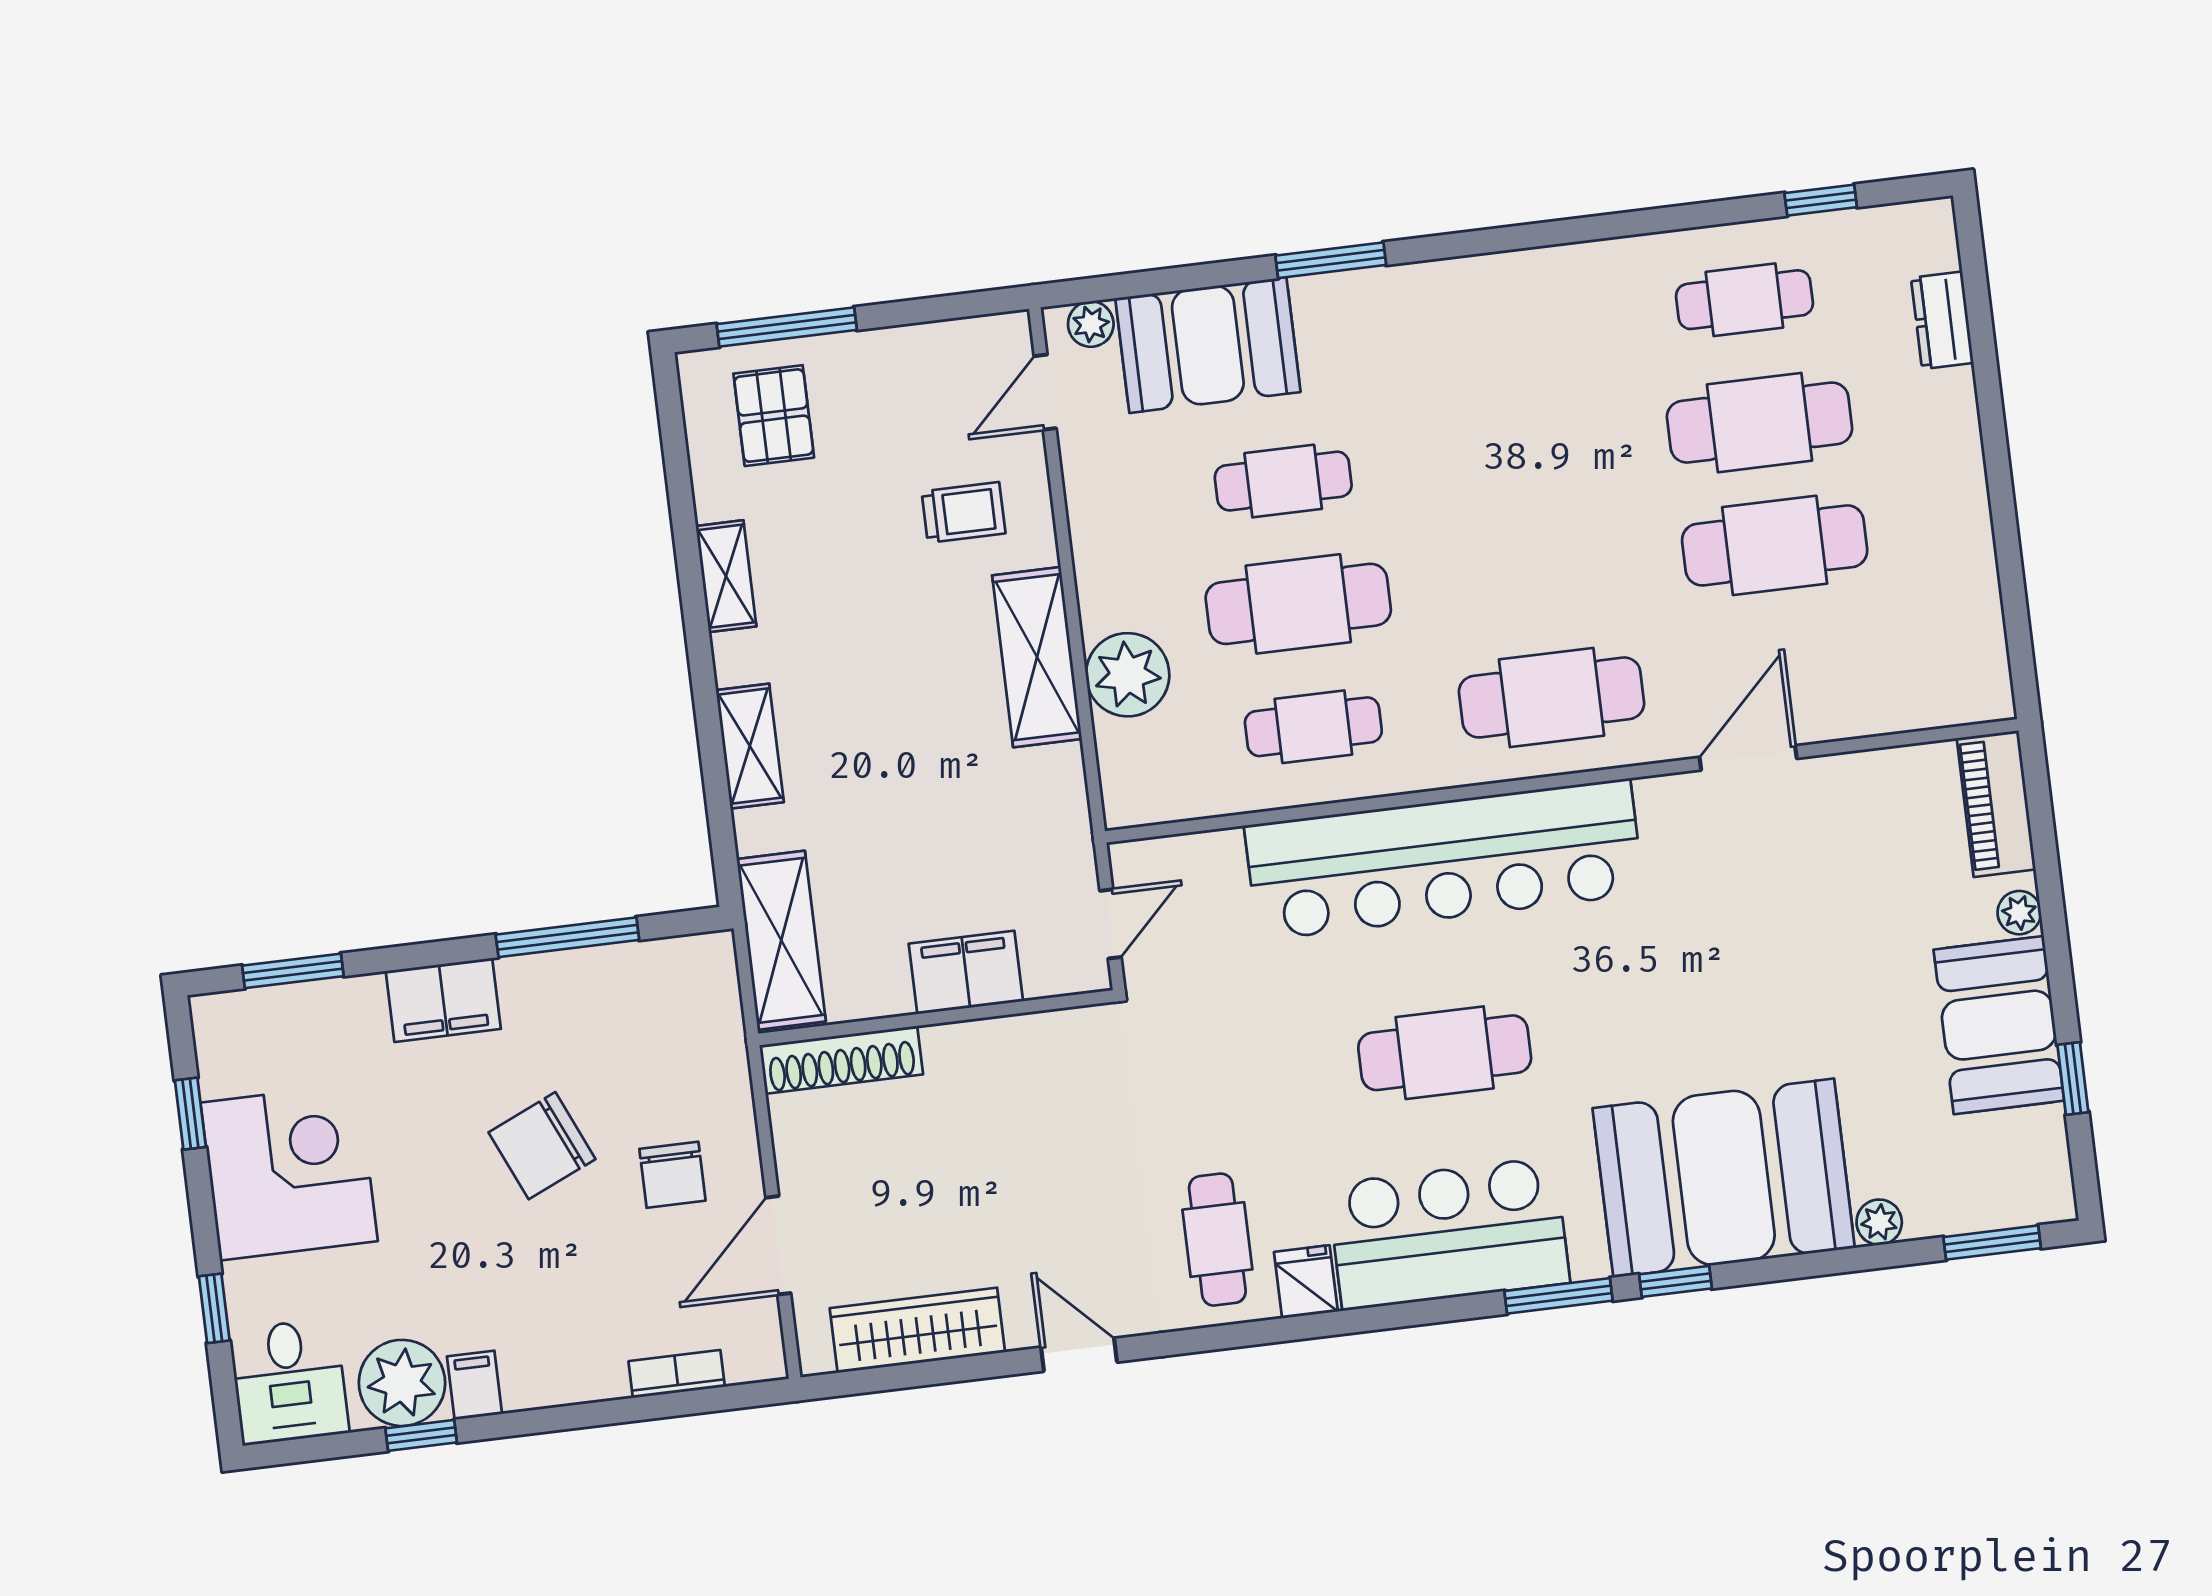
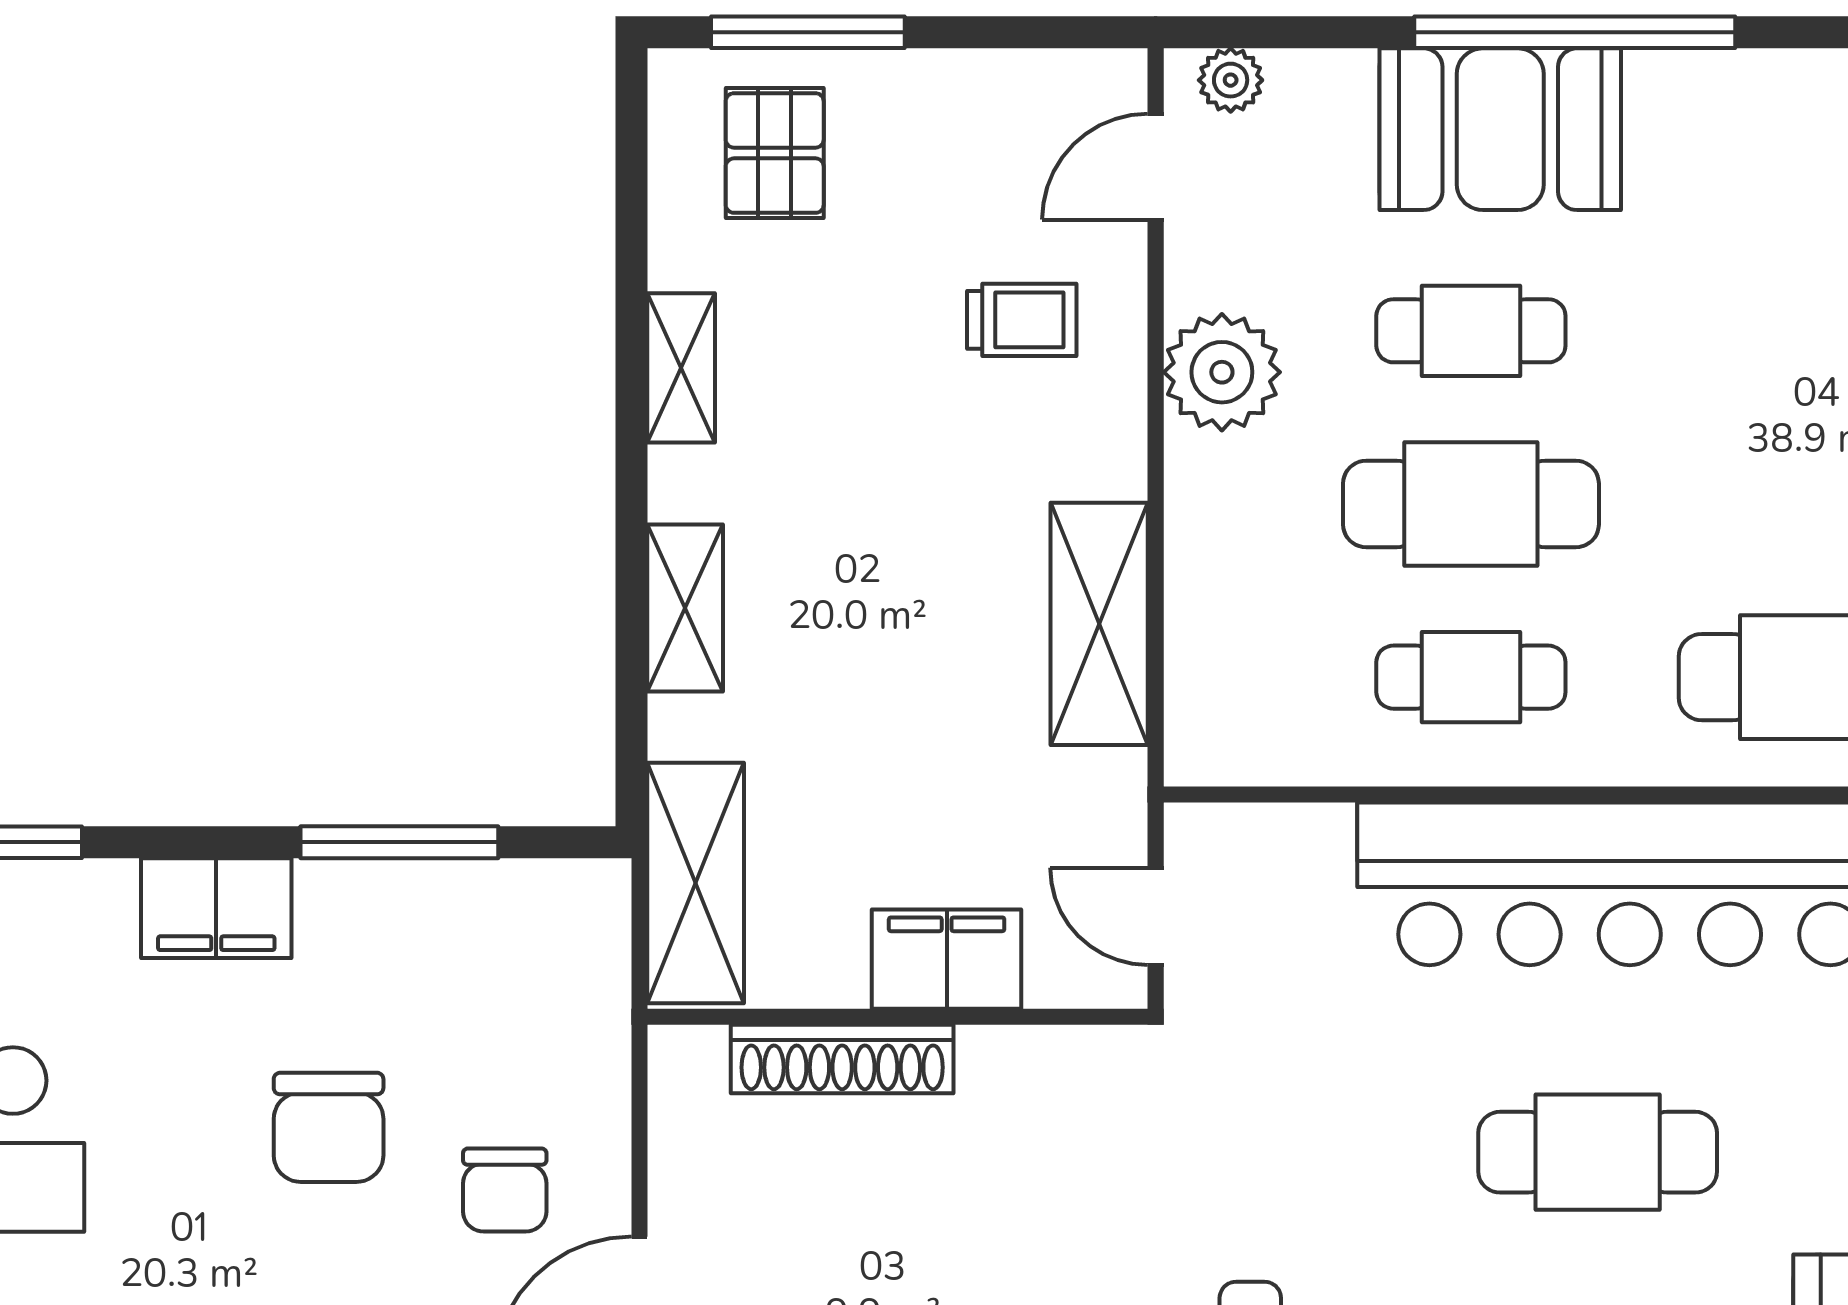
window: (1331, 260) -> (1575, 32), width x2.11
booth: (1208, 345) -> (1500, 129), moved
shelving: (1037, 657) -> (1099, 624), moved
plant: (1128, 675) -> (1222, 372), moved
door: (1110, 924) -> (1156, 916), swing flipped
shoe rack: (841, 1060) -> (842, 1059), moved
chair: (542, 1146) -> (329, 1127), turned -66

